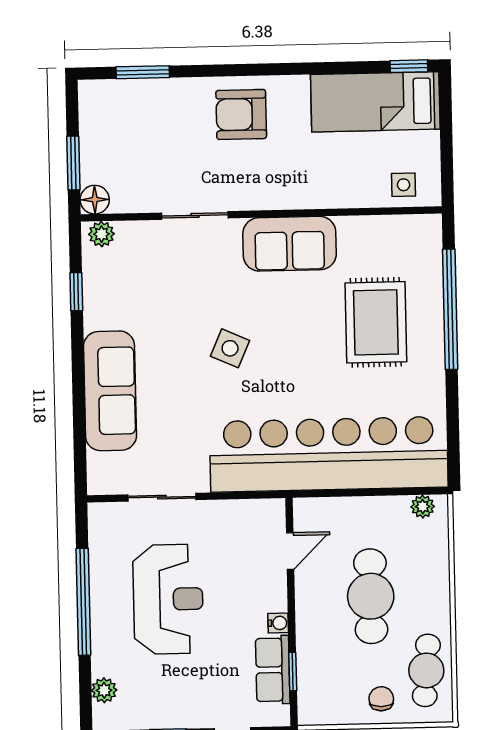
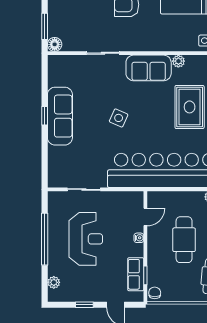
plant: (101, 234) -> (178, 61), moved
window: (76, 292) -> (45, 116), moved
sofa: (110, 391) -> (60, 116), moved
water cooler: (278, 623) -> (139, 238), moved
chair: (381, 699) -> (155, 293), moved

